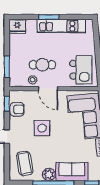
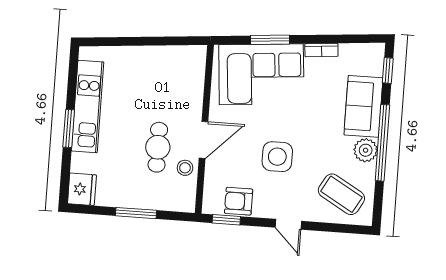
window: (7, 67) -> (136, 213), moved
kitchen island: (81, 70) -> (173, 75), removed
armchair: (17, 109) -> (239, 201), turned -90
coffee table: (25, 163) -> (341, 194), turned 39

